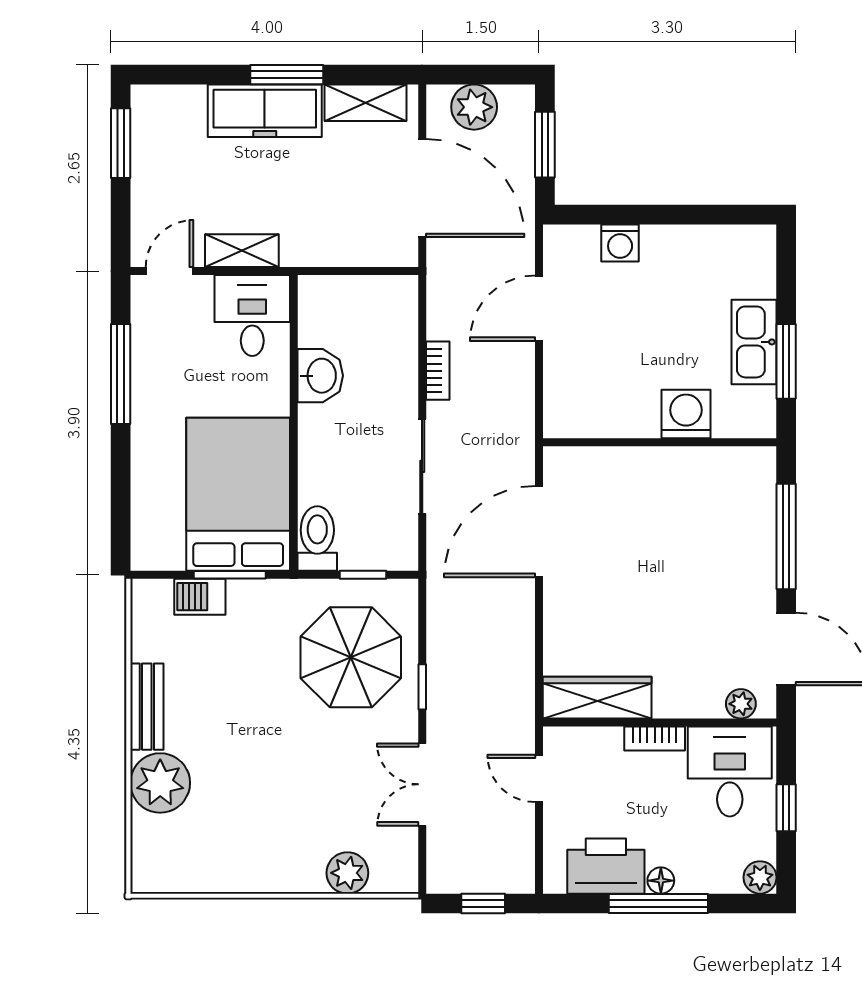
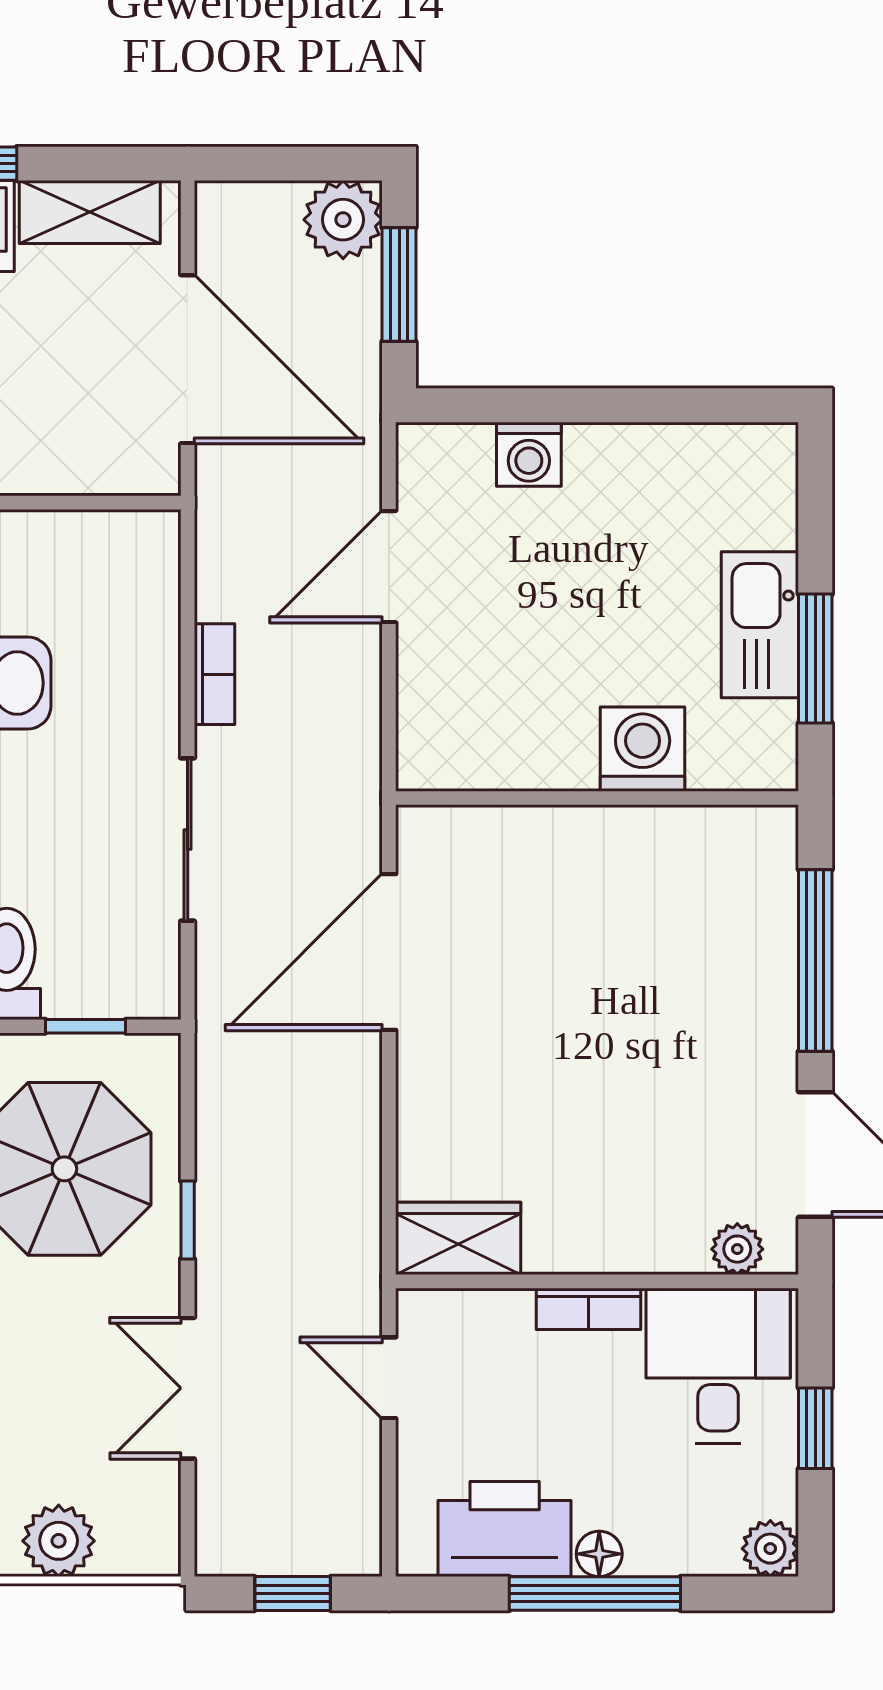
plant: (474, 107) -> (343, 220), moved
wardrobe: (597, 698) -> (458, 1238), width x0.67

